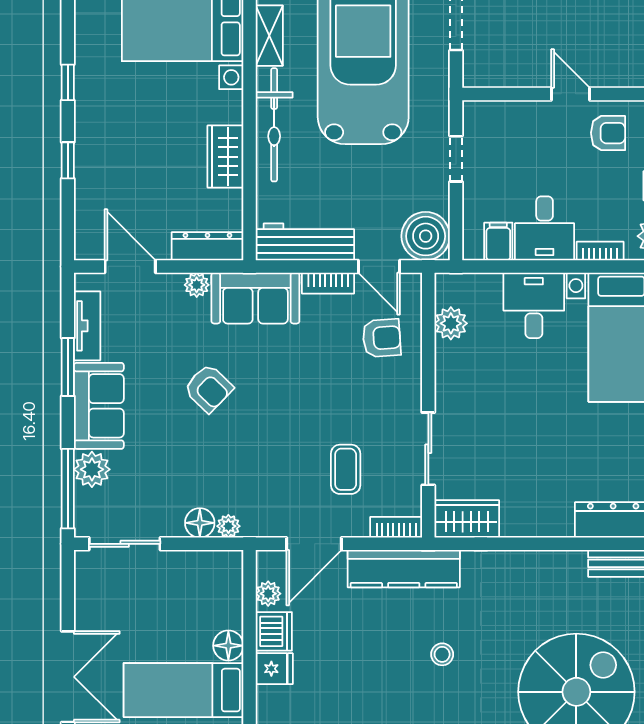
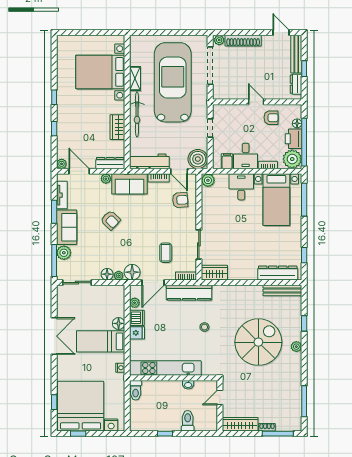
plant: (86, 248) -> (62, 164), added
plant: (451, 323) -> (208, 180), moved
floor lamp: (262, 518) -> (132, 272), added

